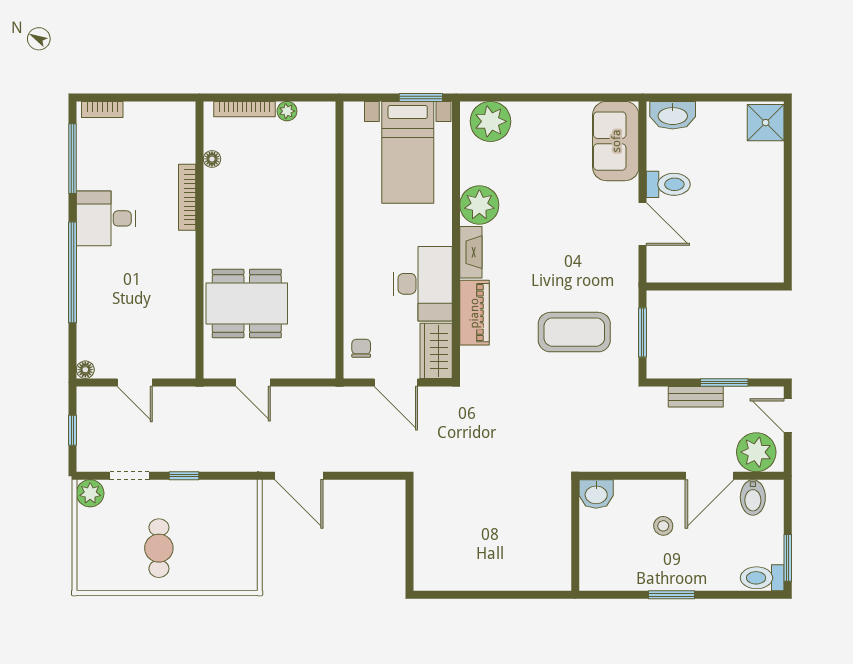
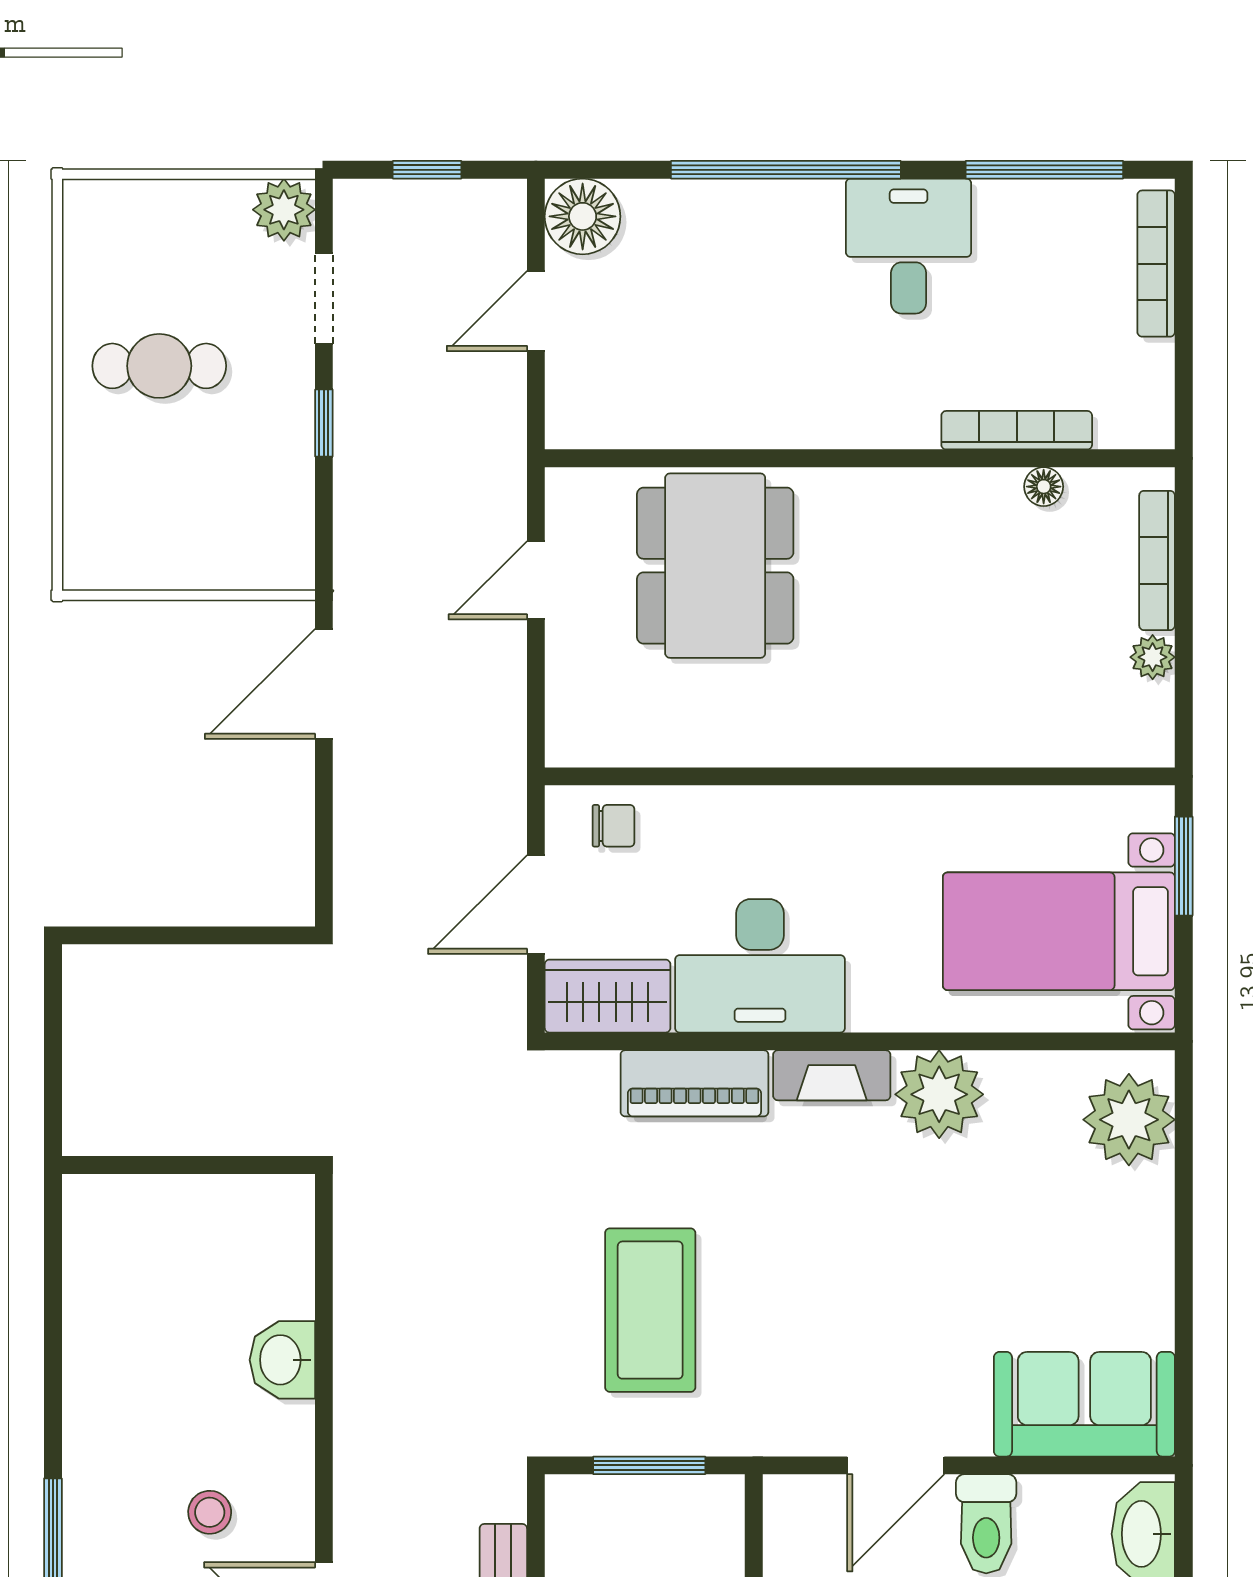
window: (421, 97) -> (1184, 866), moved
bookcase: (102, 110) -> (1156, 264), width x1.56
bookcase: (187, 197) -> (1017, 430), moved
floor lamp: (85, 370) -> (583, 216), width x1.89, depth x1.89
wall: (575, 535) -> (188, 1165), moved

